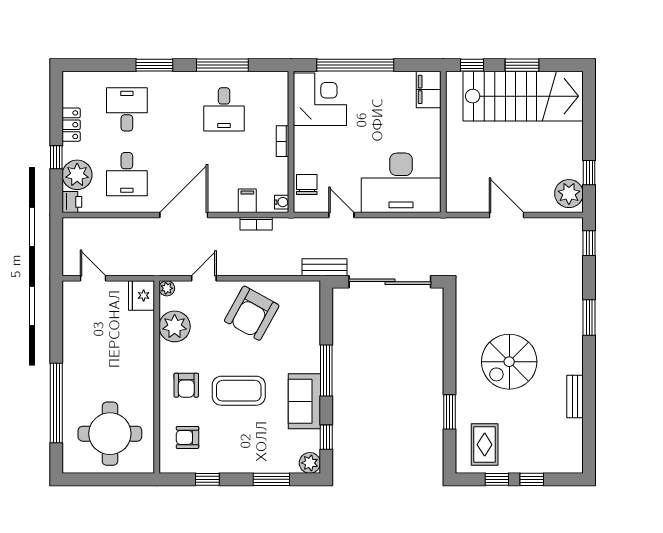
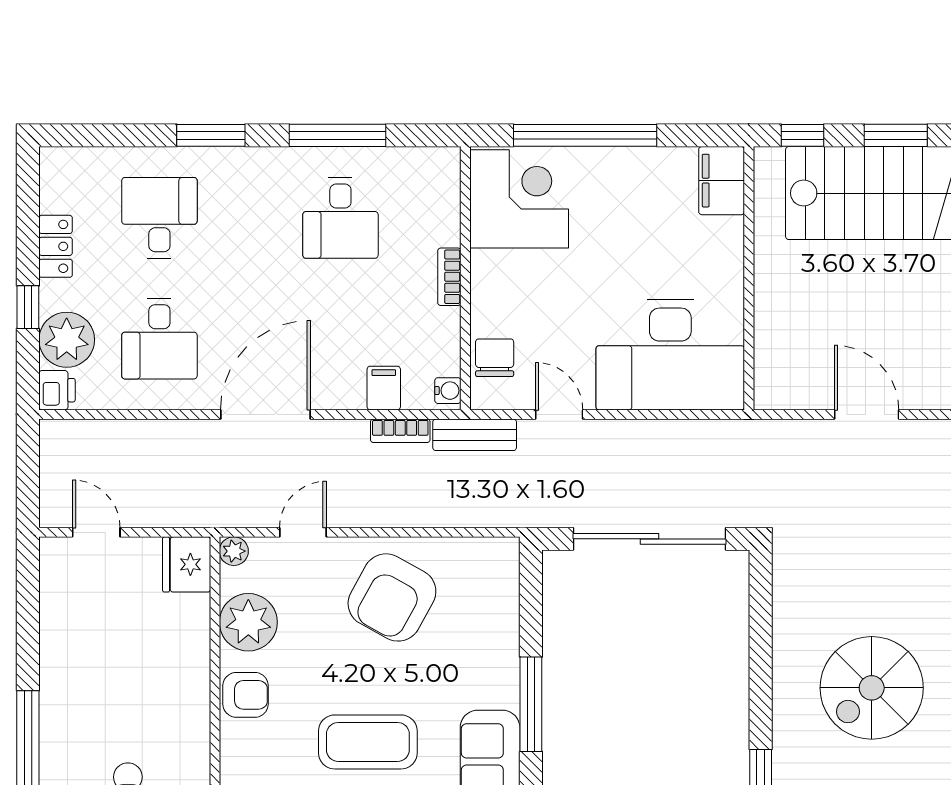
bench: (325, 267) -> (475, 435), moved
armchair: (186, 385) -> (246, 695), moved, turned -90

